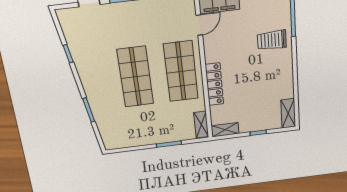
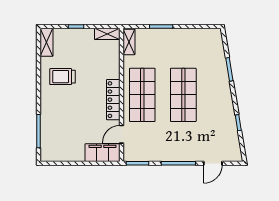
trolley: (272, 40) -> (62, 77), moved, turned 180
locker: (214, 84) -> (113, 100), moved

